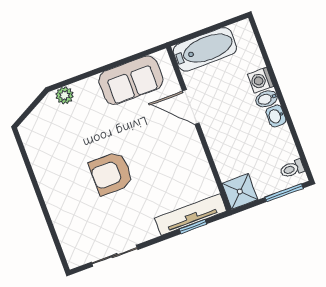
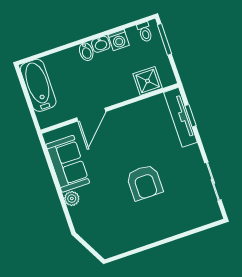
bathtub: (205, 49) -> (38, 85), moved
washing machine: (260, 80) -> (119, 40), moved
plant: (65, 95) -> (72, 199), moved
shower: (240, 191) -> (148, 81), moved

